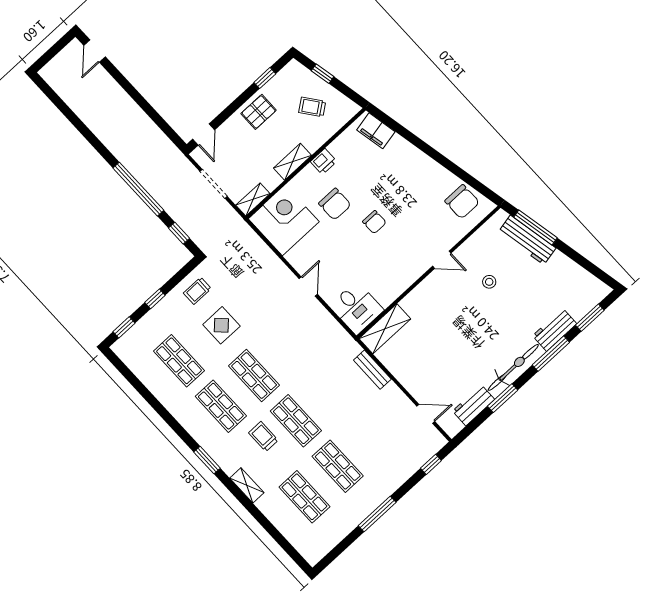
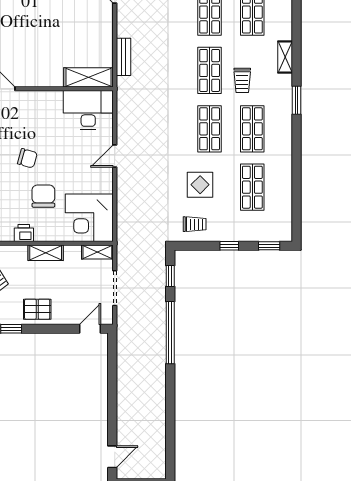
chair: (374, 222) -> (27, 158), turned 106
desk: (357, 308) -> (88, 110), width x1.37

